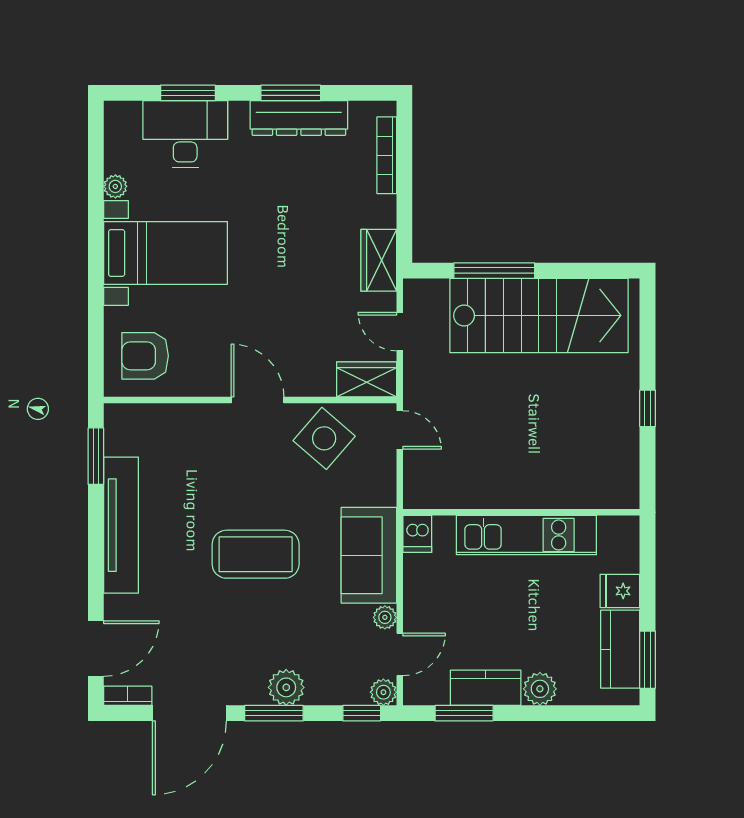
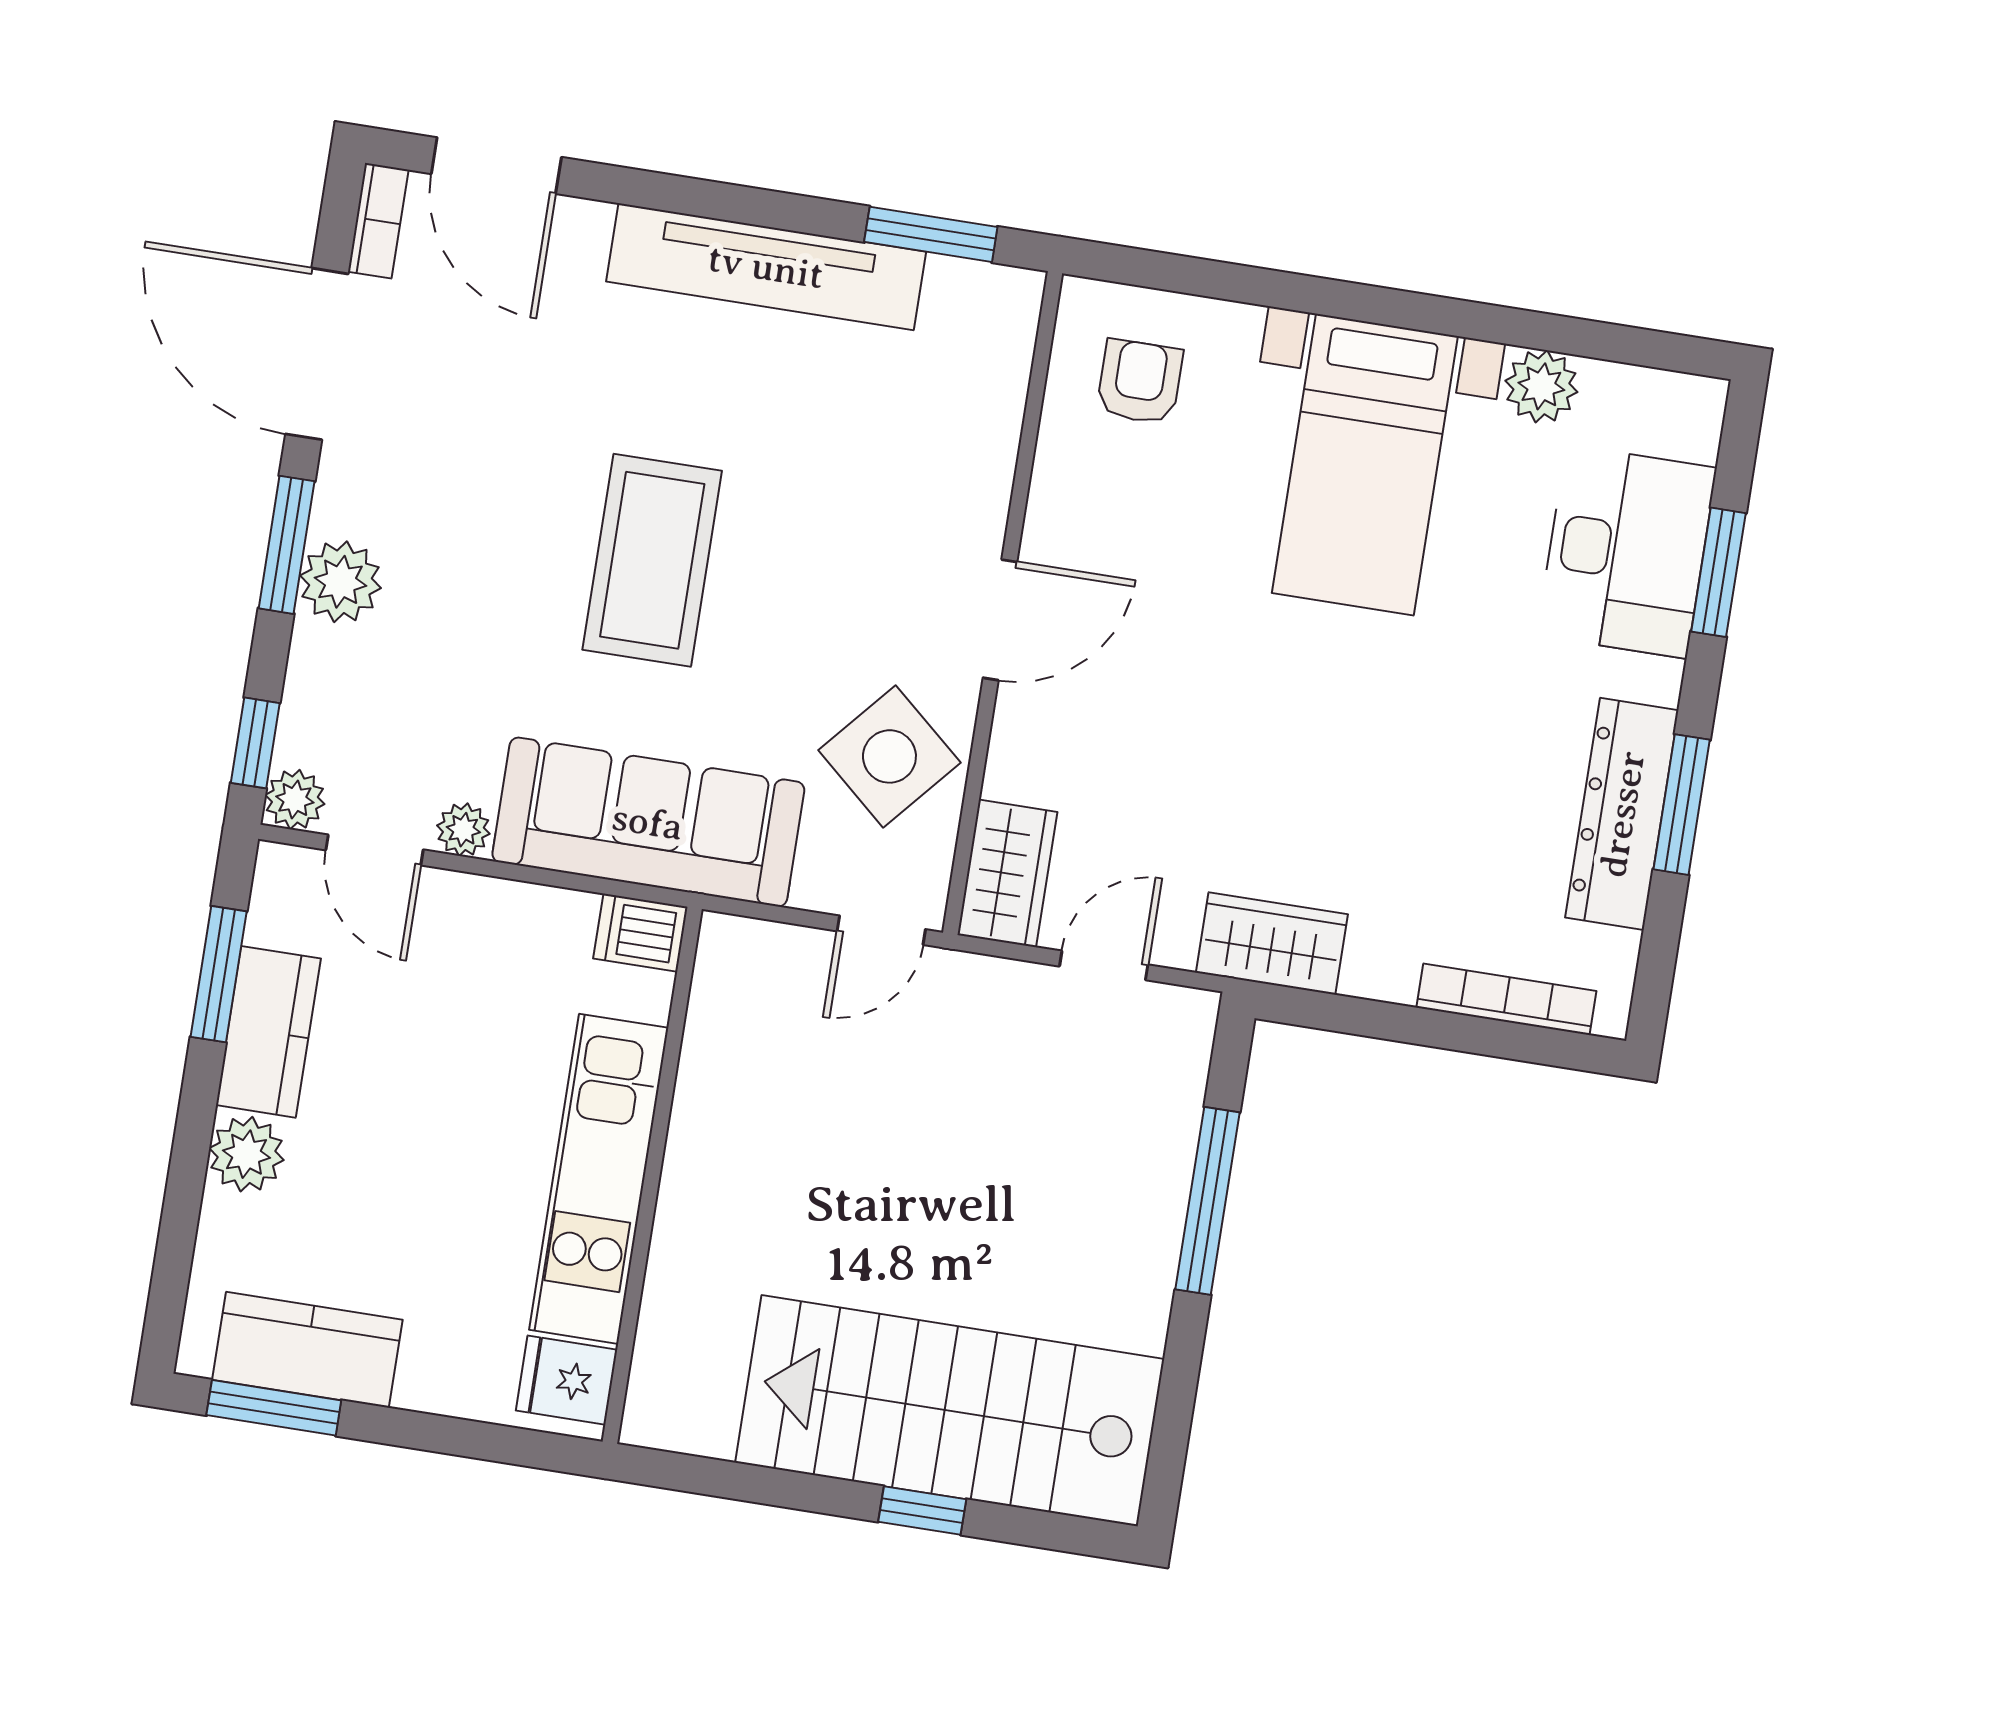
plant: (115, 186) -> (1541, 386), width x1.38, depth x1.38
stairs: (539, 315) -> (950, 1411), moved, turned 90
armchair: (145, 356) -> (1140, 382), width x0.72, depth x0.72
window: (648, 408) -> (922, 1510), moved
sofa: (369, 555) -> (648, 822), width x1.36
fridge: (620, 591) -> (567, 1380), moved, turned -90

